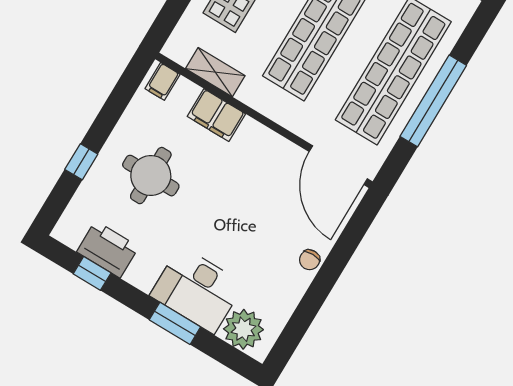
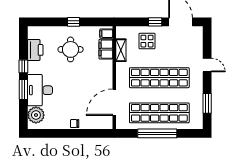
filing cabinet: (216, 115) -> (106, 49), moved
window: (81, 162) -> (73, 22), moved
door: (338, 165) -> (114, 102), moved
window: (92, 273) -> (23, 66), moved

